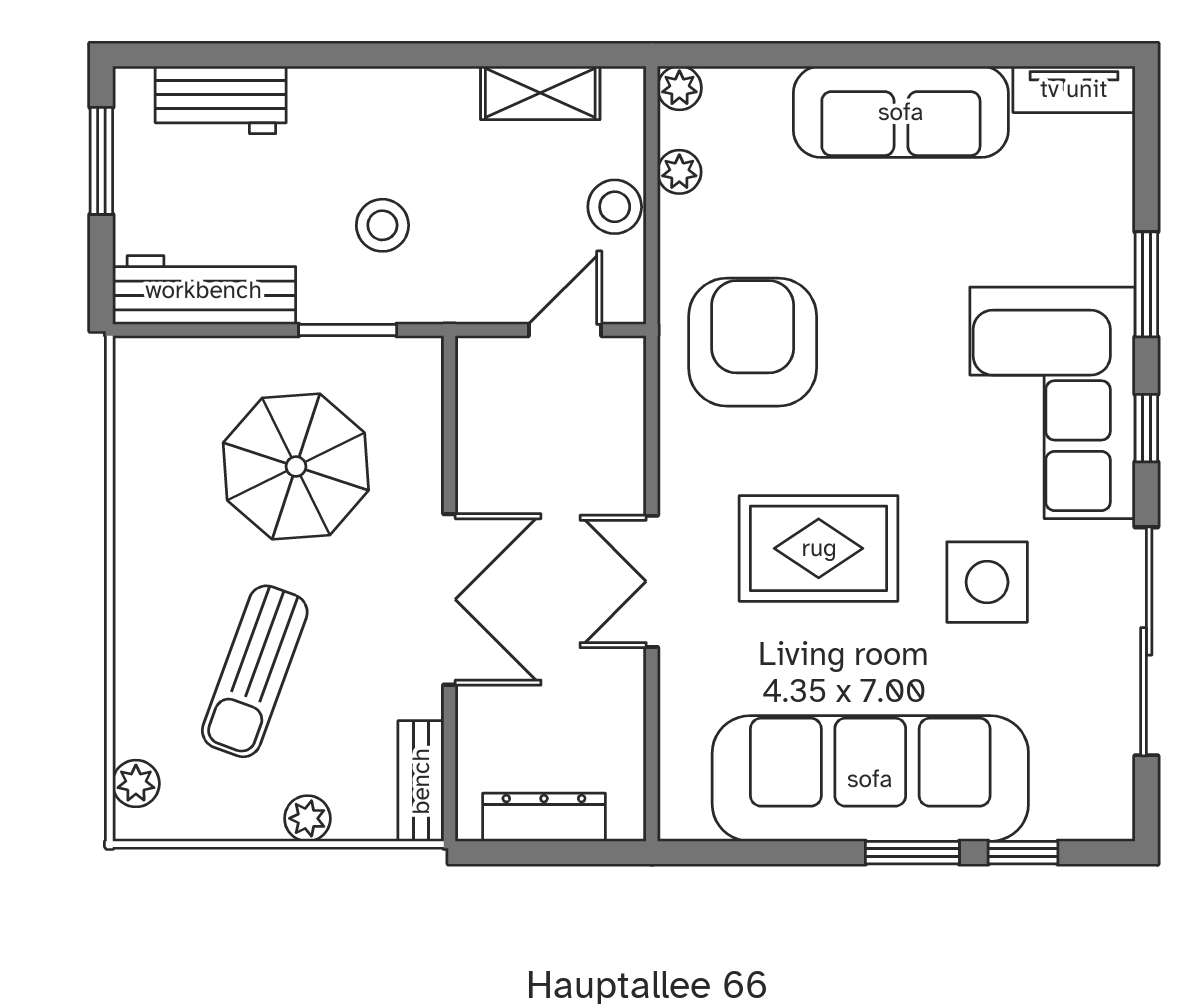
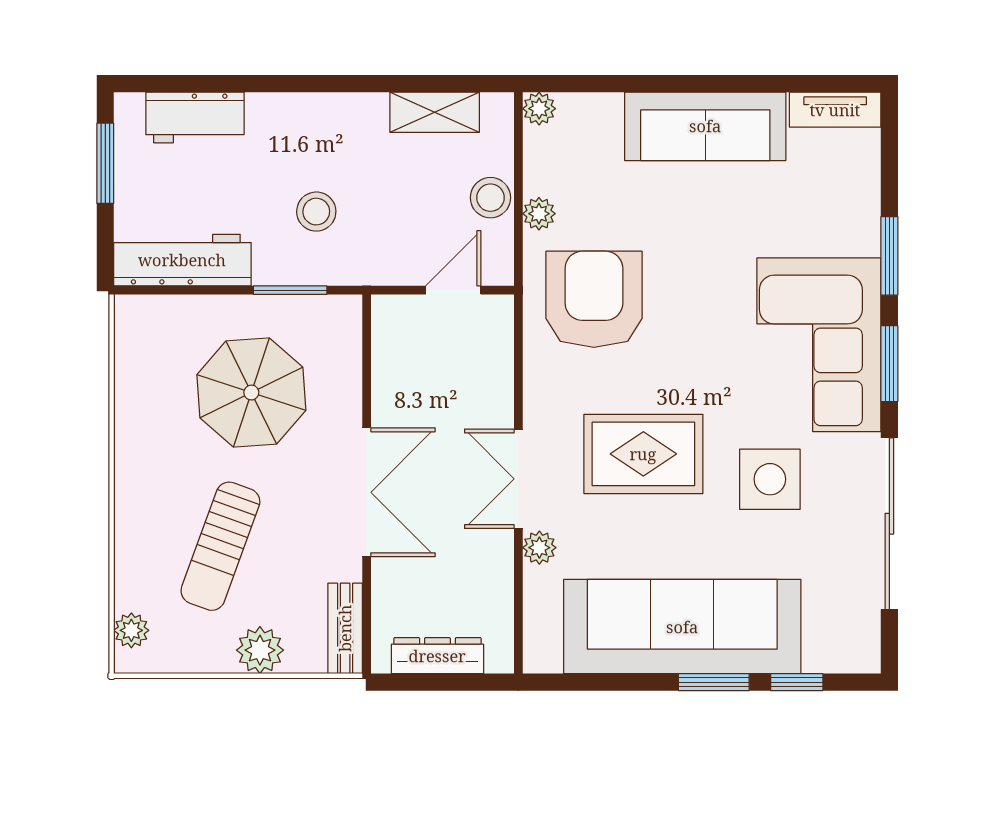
plant: (679, 172) -> (539, 214), moved
window: (1146, 428) -> (889, 364), width x1.50
plant: (680, 673) -> (539, 548), added
plant: (307, 818) -> (260, 650), width x1.38, depth x1.38

